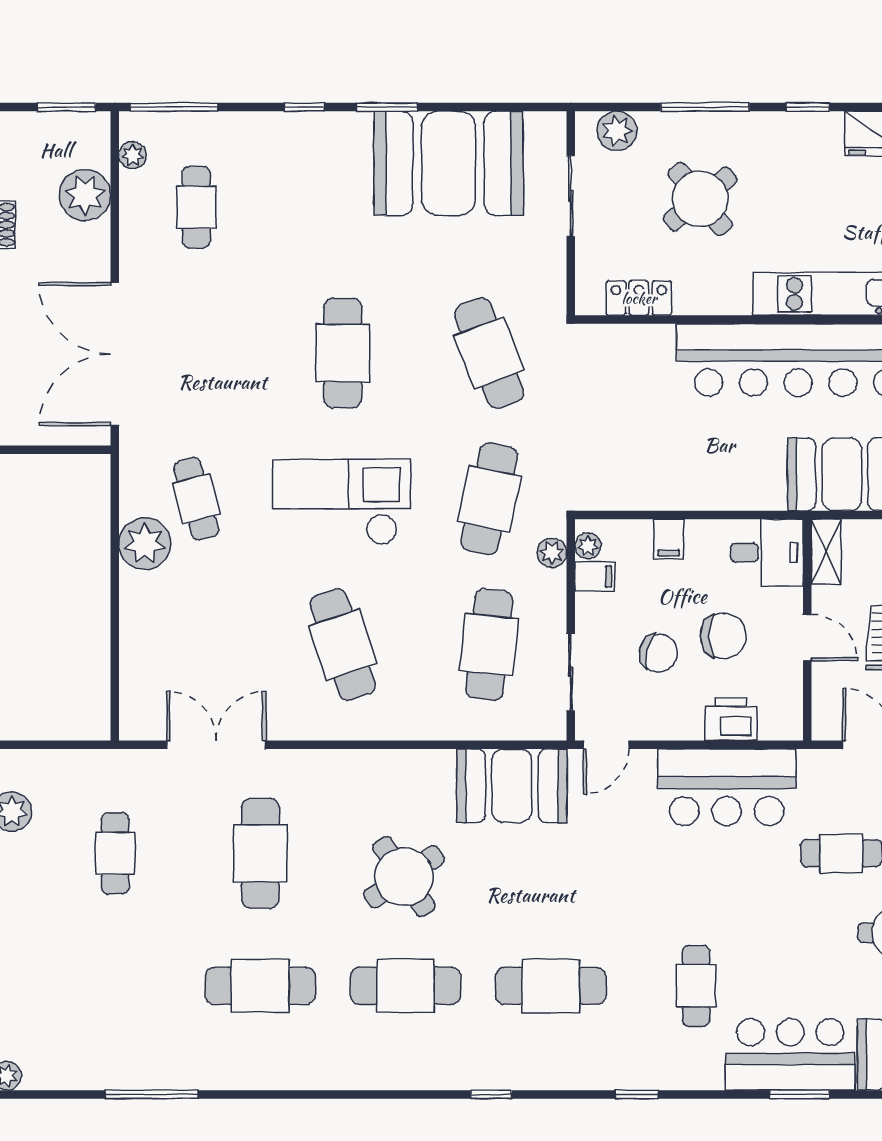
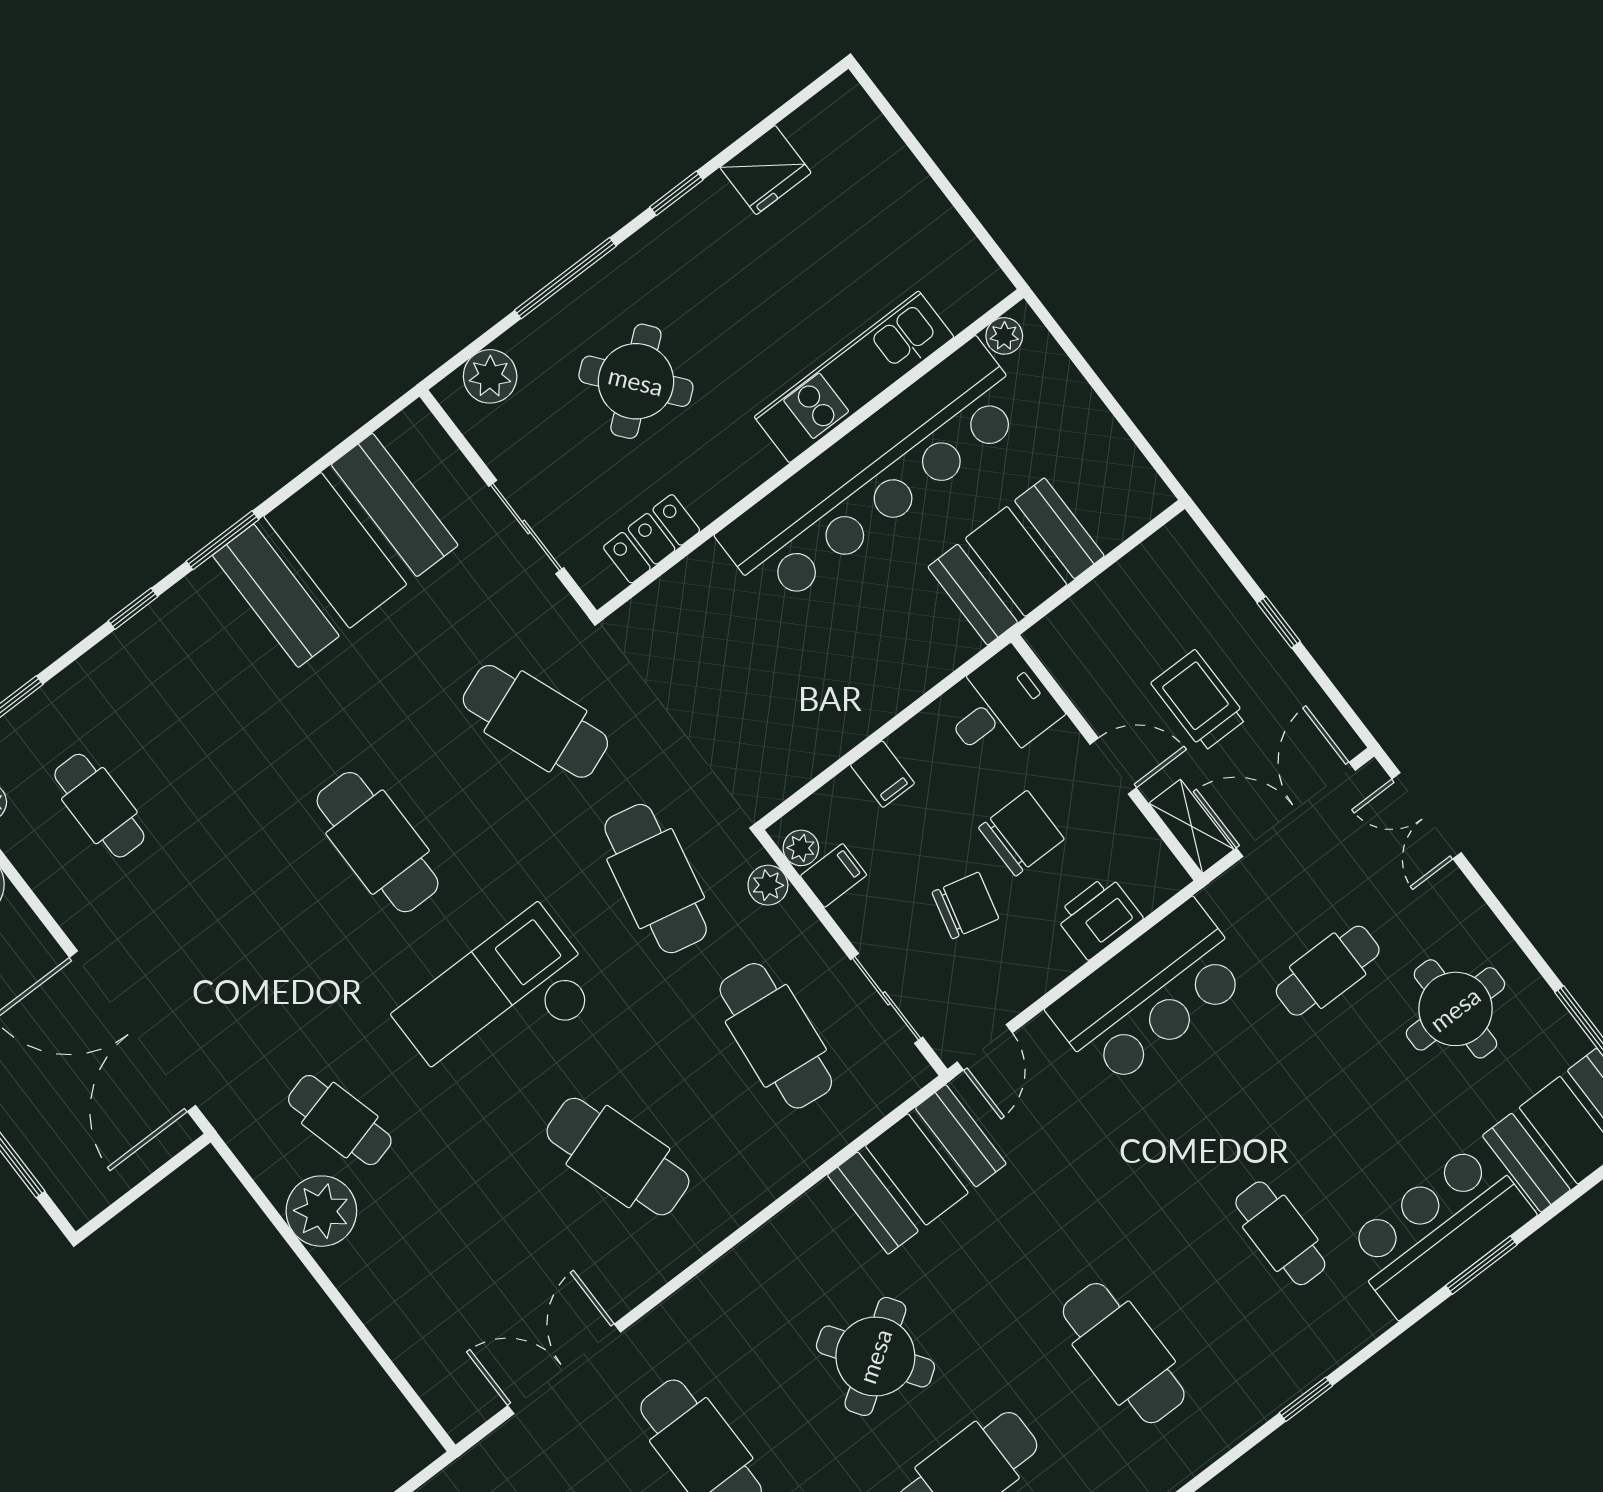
sliding door: (571, 196) -> (526, 527), moved
shelving: (826, 552) -> (1191, 826), moved
cafe table: (551, 986) -> (1124, 1353), turned 90

